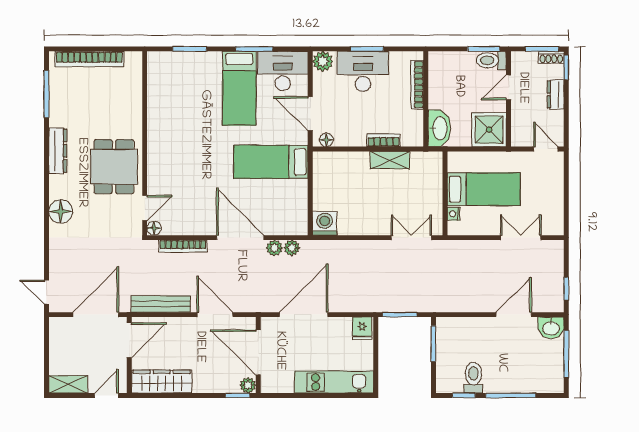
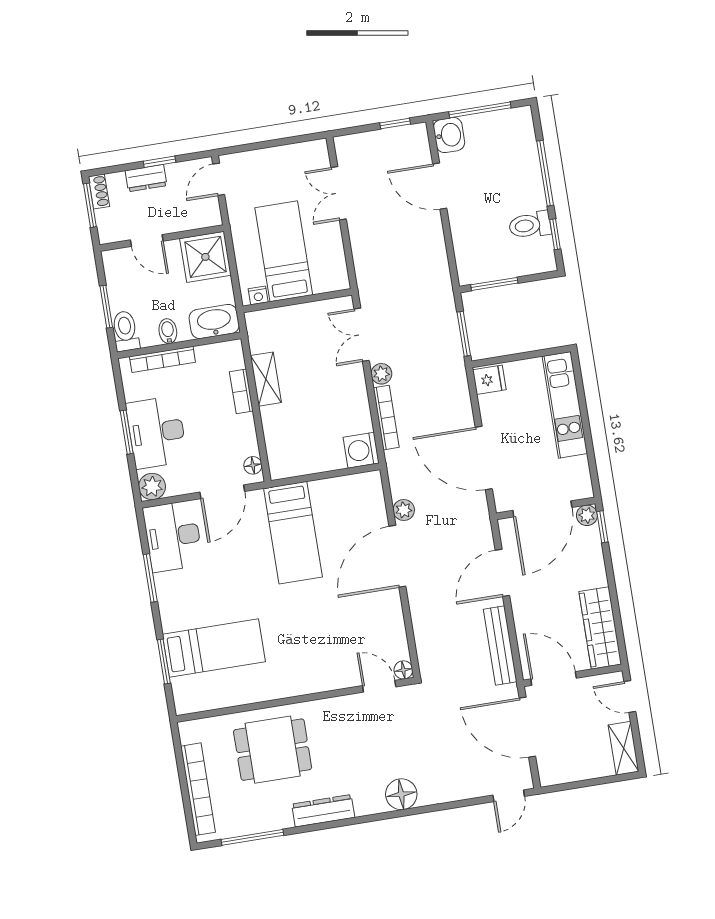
window: (484, 49) -> (106, 307), moved
toilet: (491, 60) -> (125, 331), moved, turned 180
window: (566, 67) -> (160, 162), moved
bed: (239, 88) -> (214, 648), moved
bidet: (438, 92) -> (168, 331), added
dining table: (114, 167) -> (273, 750), moved
nightstand: (454, 214) -> (258, 295), moved
bookcase: (183, 246) -> (386, 418), moved
plant: (292, 248) -> (381, 374), moved

